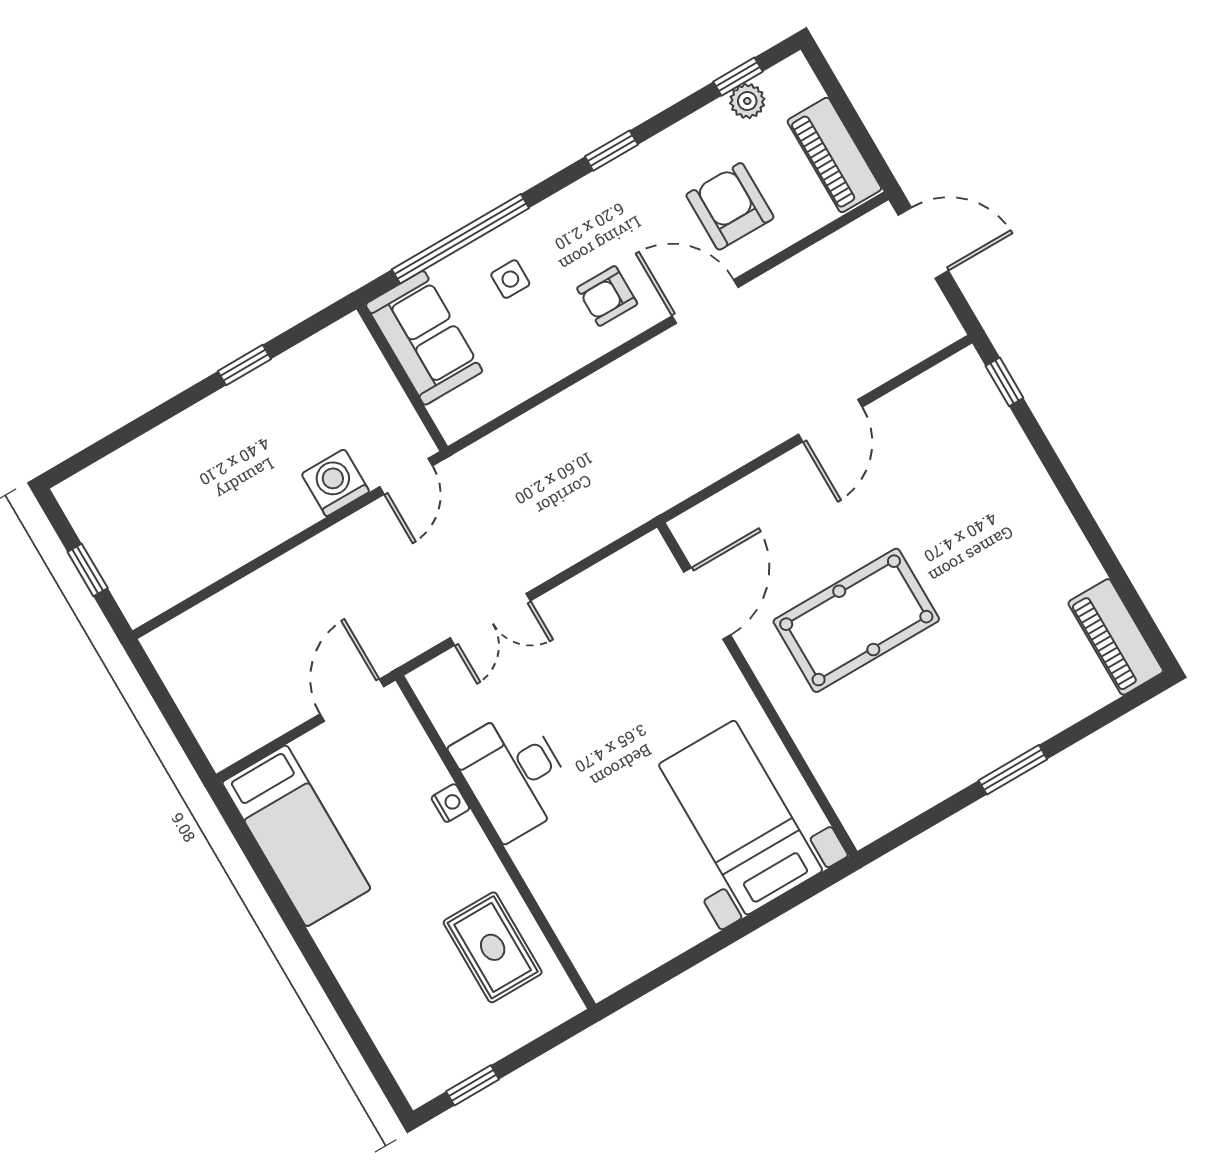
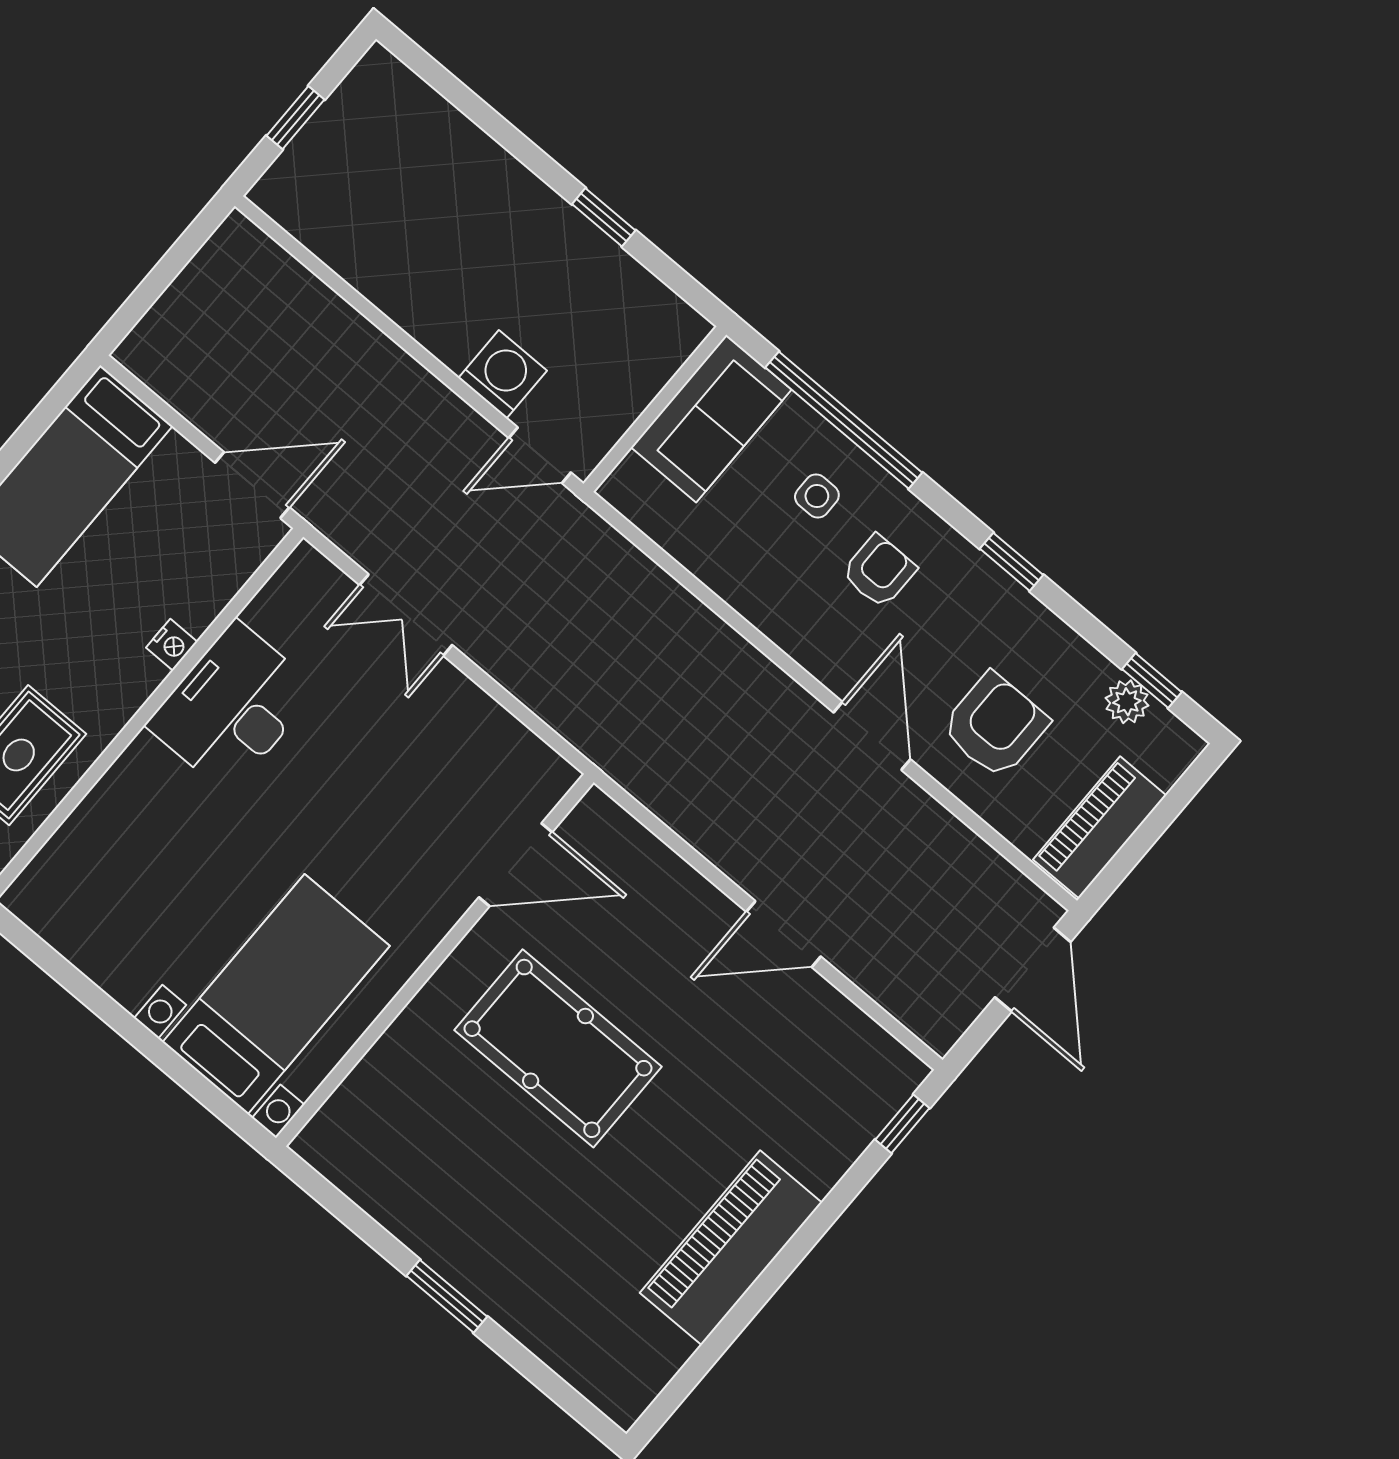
armchair: (607, 296) -> (879, 571), moved, turned 90
piano: (1116, 637) -> (731, 1248), moved, width x1.37, depth x1.33

